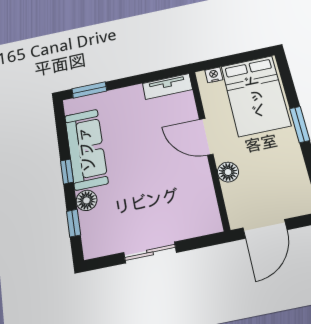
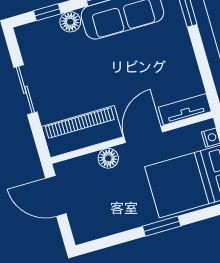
tv unit: (167, 86) -> (185, 109), moved, turned 90
piano: (199, 196) -> (82, 132), added

